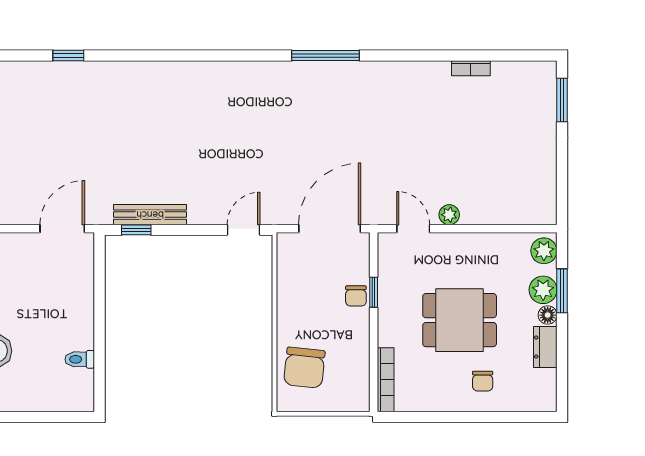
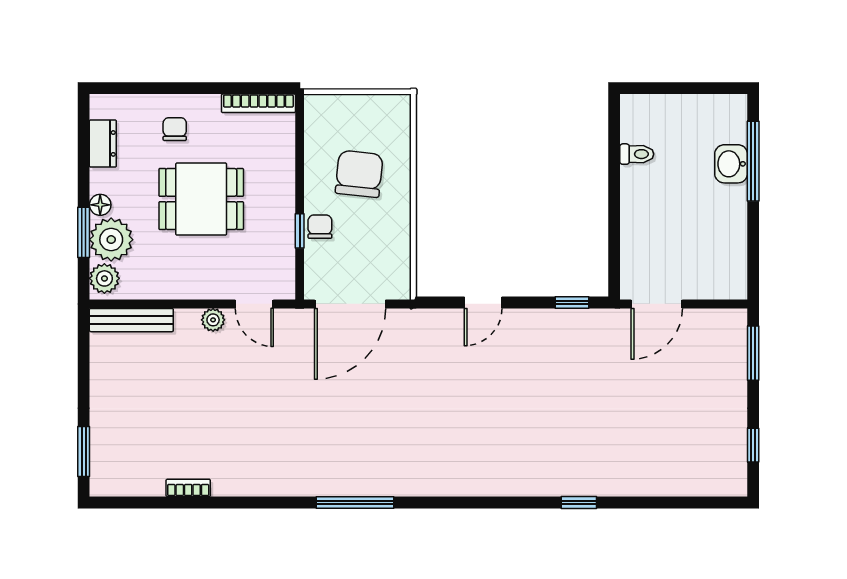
window: (68, 55) -> (579, 503), moved
bench: (150, 215) -> (131, 320), moved
door: (243, 230) -> (483, 303), moved
plant: (543, 290) -> (111, 240), width x1.36, depth x1.36
dresser: (545, 347) -> (103, 143), moved
chair: (304, 368) -> (359, 174), moved
bookcase: (386, 380) -> (258, 103), moved, turned -90

